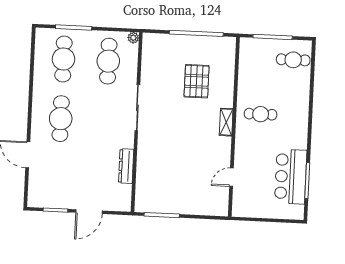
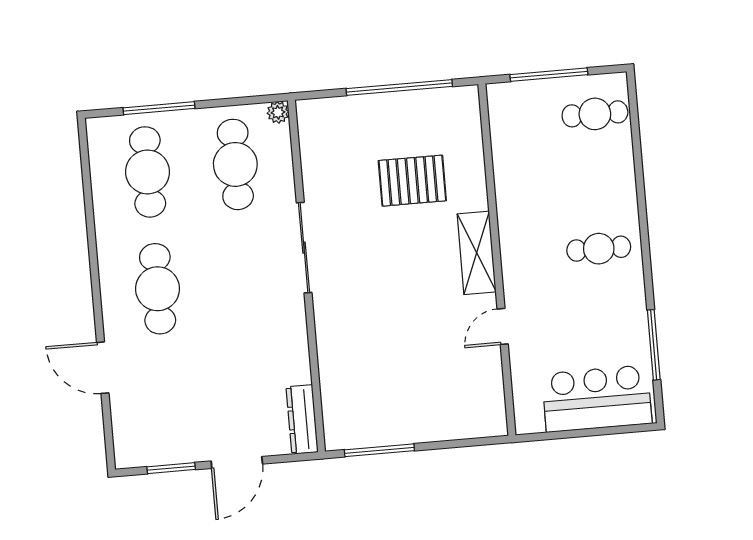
pallet: (197, 81) -> (412, 181), turned 90
cafe table: (261, 114) -> (599, 249), moved
shelving: (226, 122) -> (477, 253), width x1.50, depth x1.33
dresser: (126, 166) -> (302, 419), moved
door: (232, 177) -> (503, 326), moved
bar counter: (291, 177) -> (597, 399), moved, turned 90

